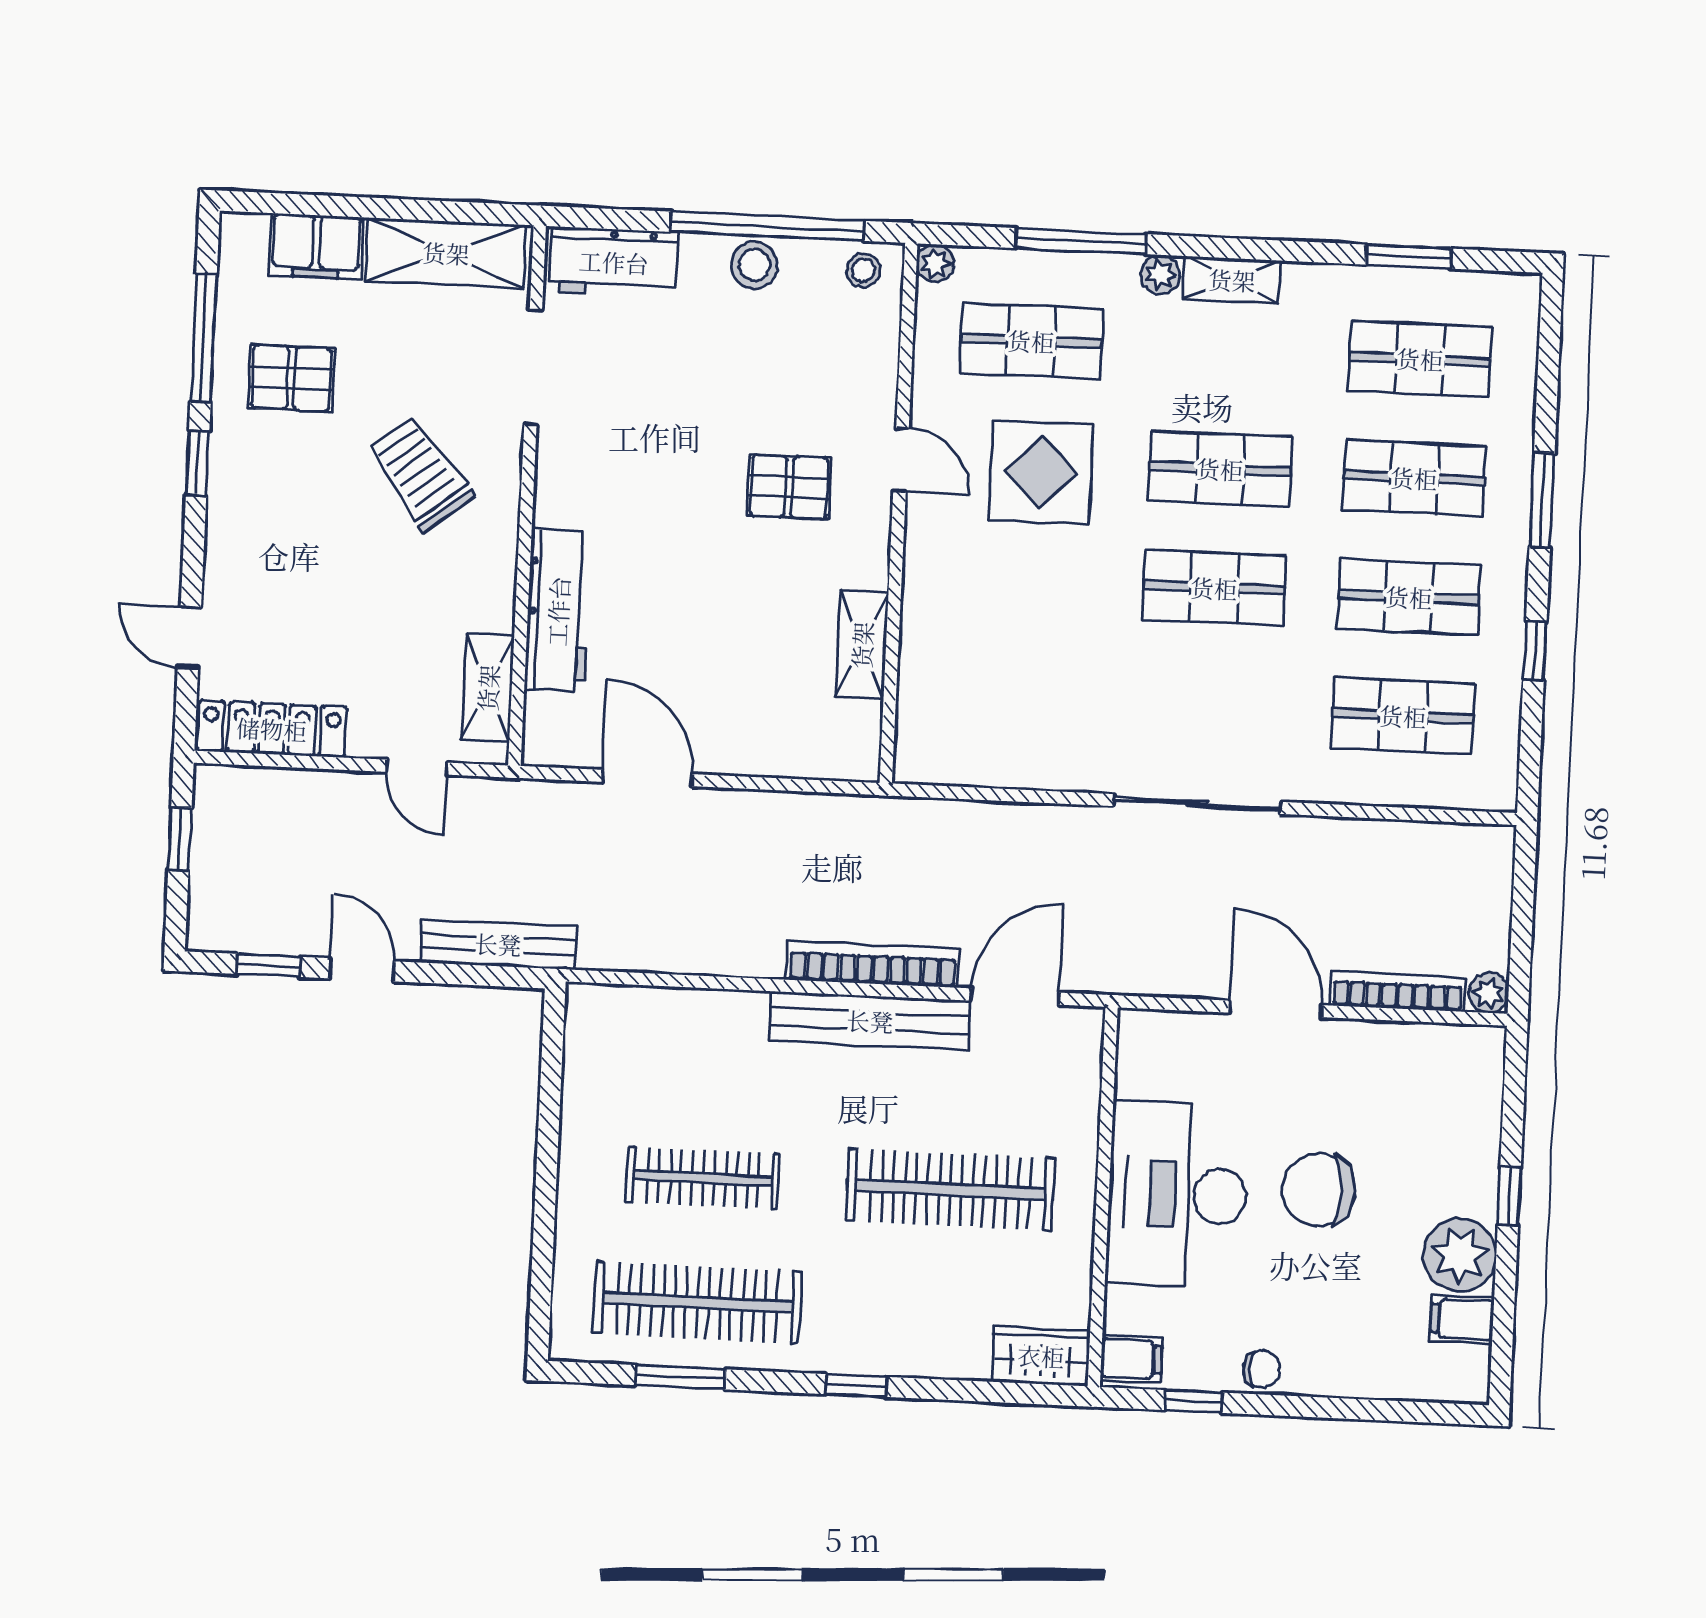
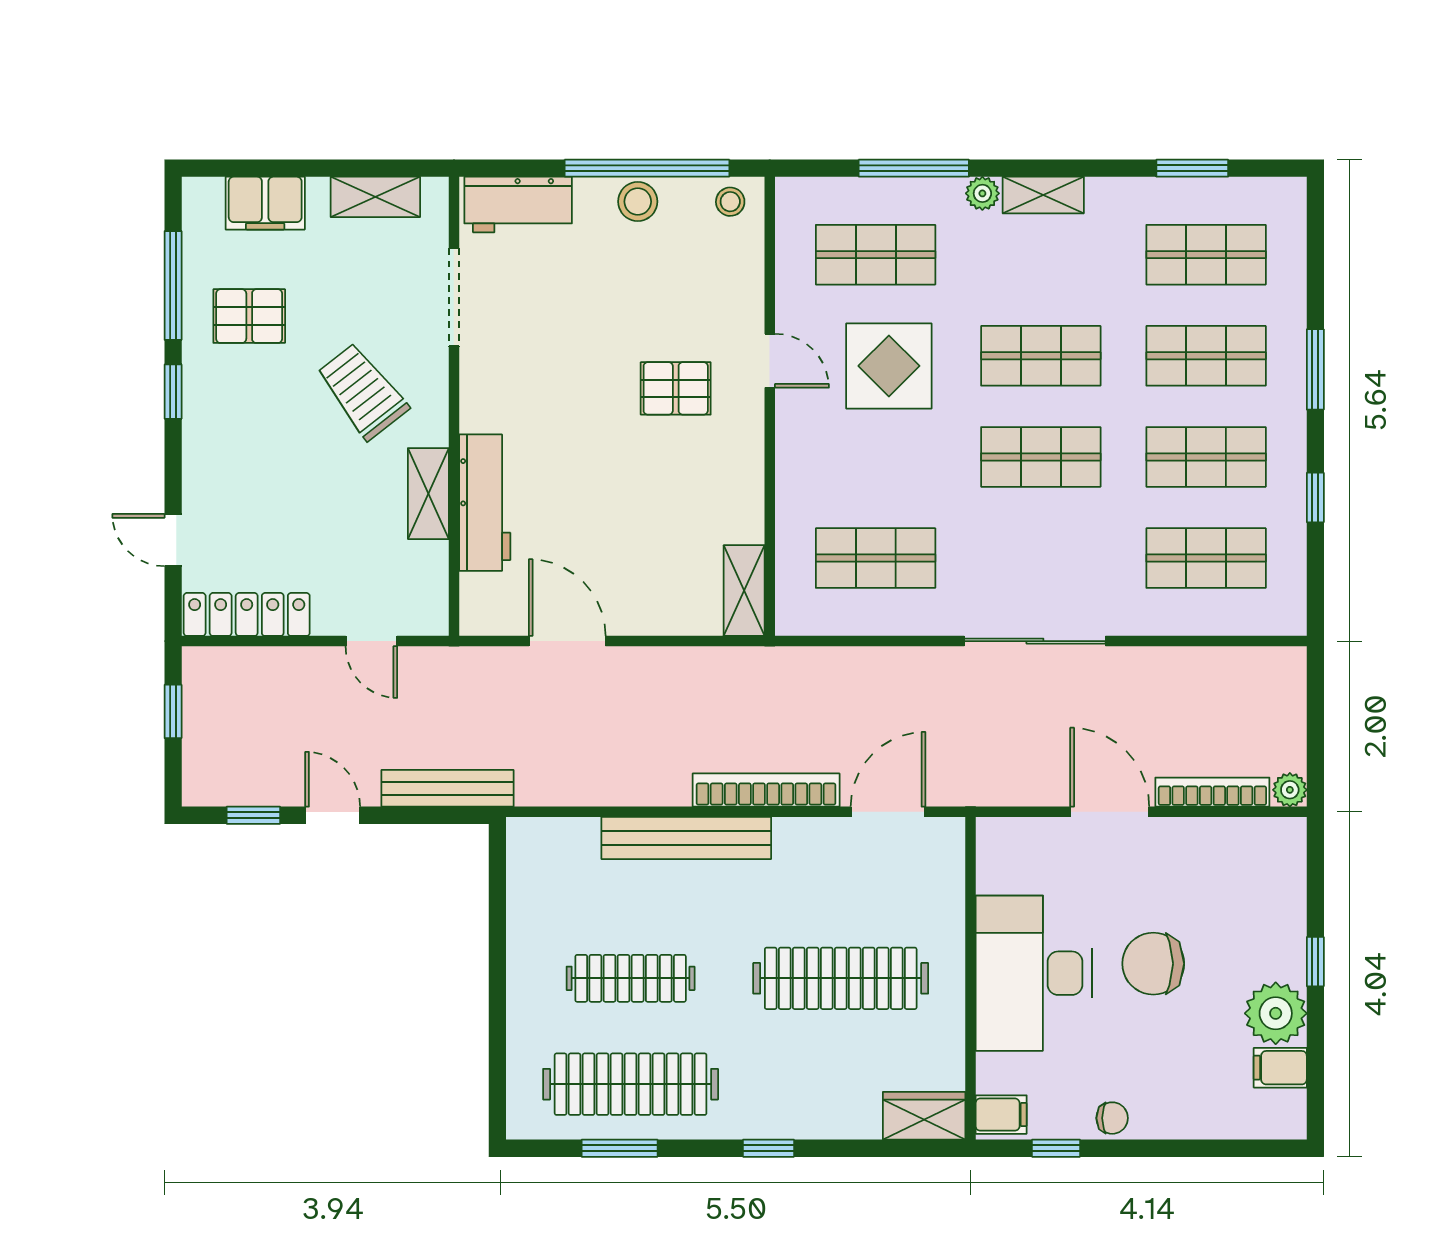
shelving: (446, 253) -> (375, 197), width x0.67, depth x0.75
plant: (935, 263) -> (791, 193), removed
shelving: (862, 645) -> (744, 591), moved
shelving: (488, 688) -> (428, 494), moved
shop shelf: (1014, 697) -> (876, 558), added
bench: (870, 1021) -> (686, 838), moved

